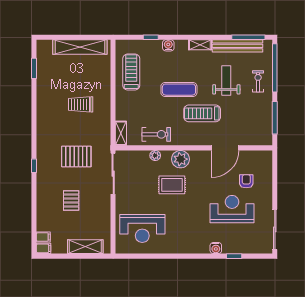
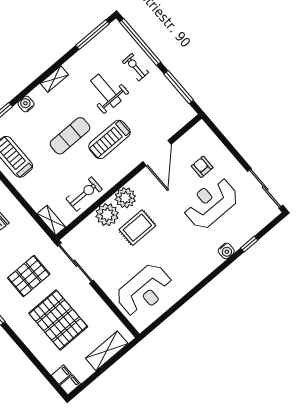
bench: (237, 46) -> (89, 51), removed
plant: (155, 155) -> (107, 215), width x1.88, depth x1.88
pallet: (71, 200) -> (58, 320), width x2.05, depth x2.00

